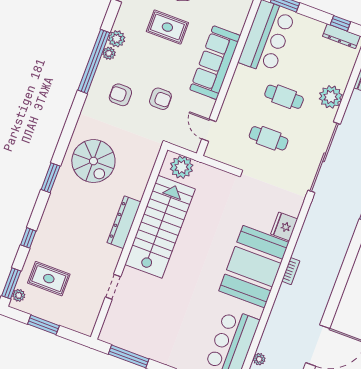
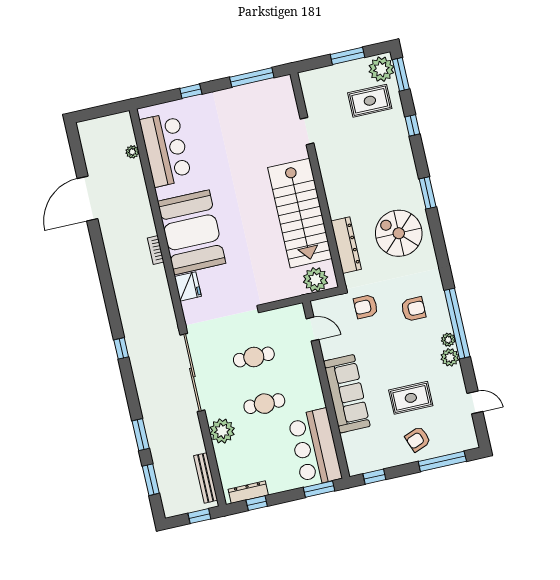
armchair: (160, 99) -> (366, 307), moved
dresser: (124, 222) -> (346, 245), moved
plant: (19, 295) -> (381, 69), width x1.88, depth x1.88

